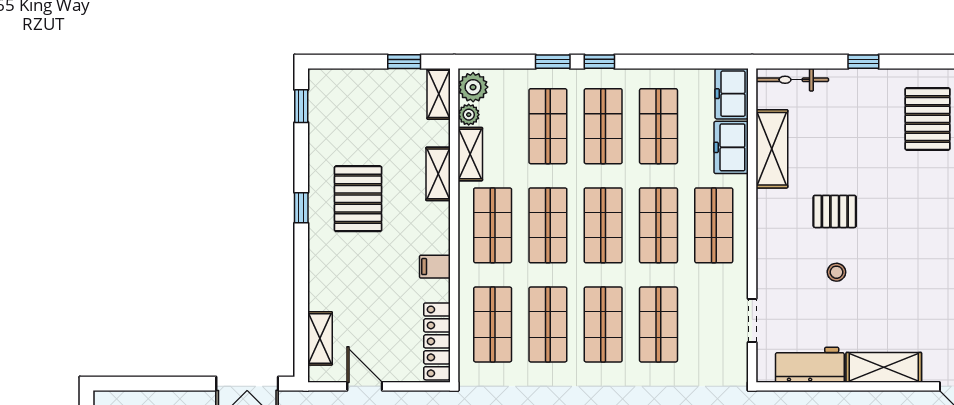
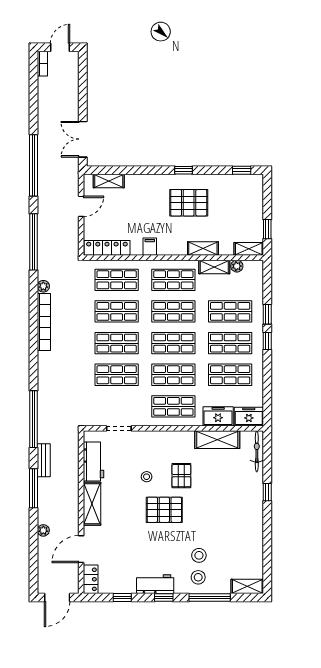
plant: (473, 87) -> (253, 269), removed
pallet: (928, 119) -> (164, 510), moved

